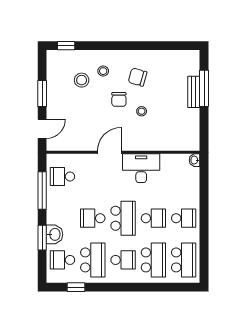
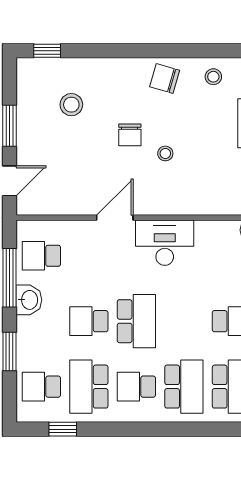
stool: (103, 71) -> (213, 77), moved
chair: (138, 77) -> (165, 78), moved
school desk: (153, 218) -> (184, 321), removed
washbasin: (54, 234) -> (29, 300), moved
school desk: (93, 260) -> (89, 387), turned 180
school desk: (123, 260) -> (136, 387), turned 180

